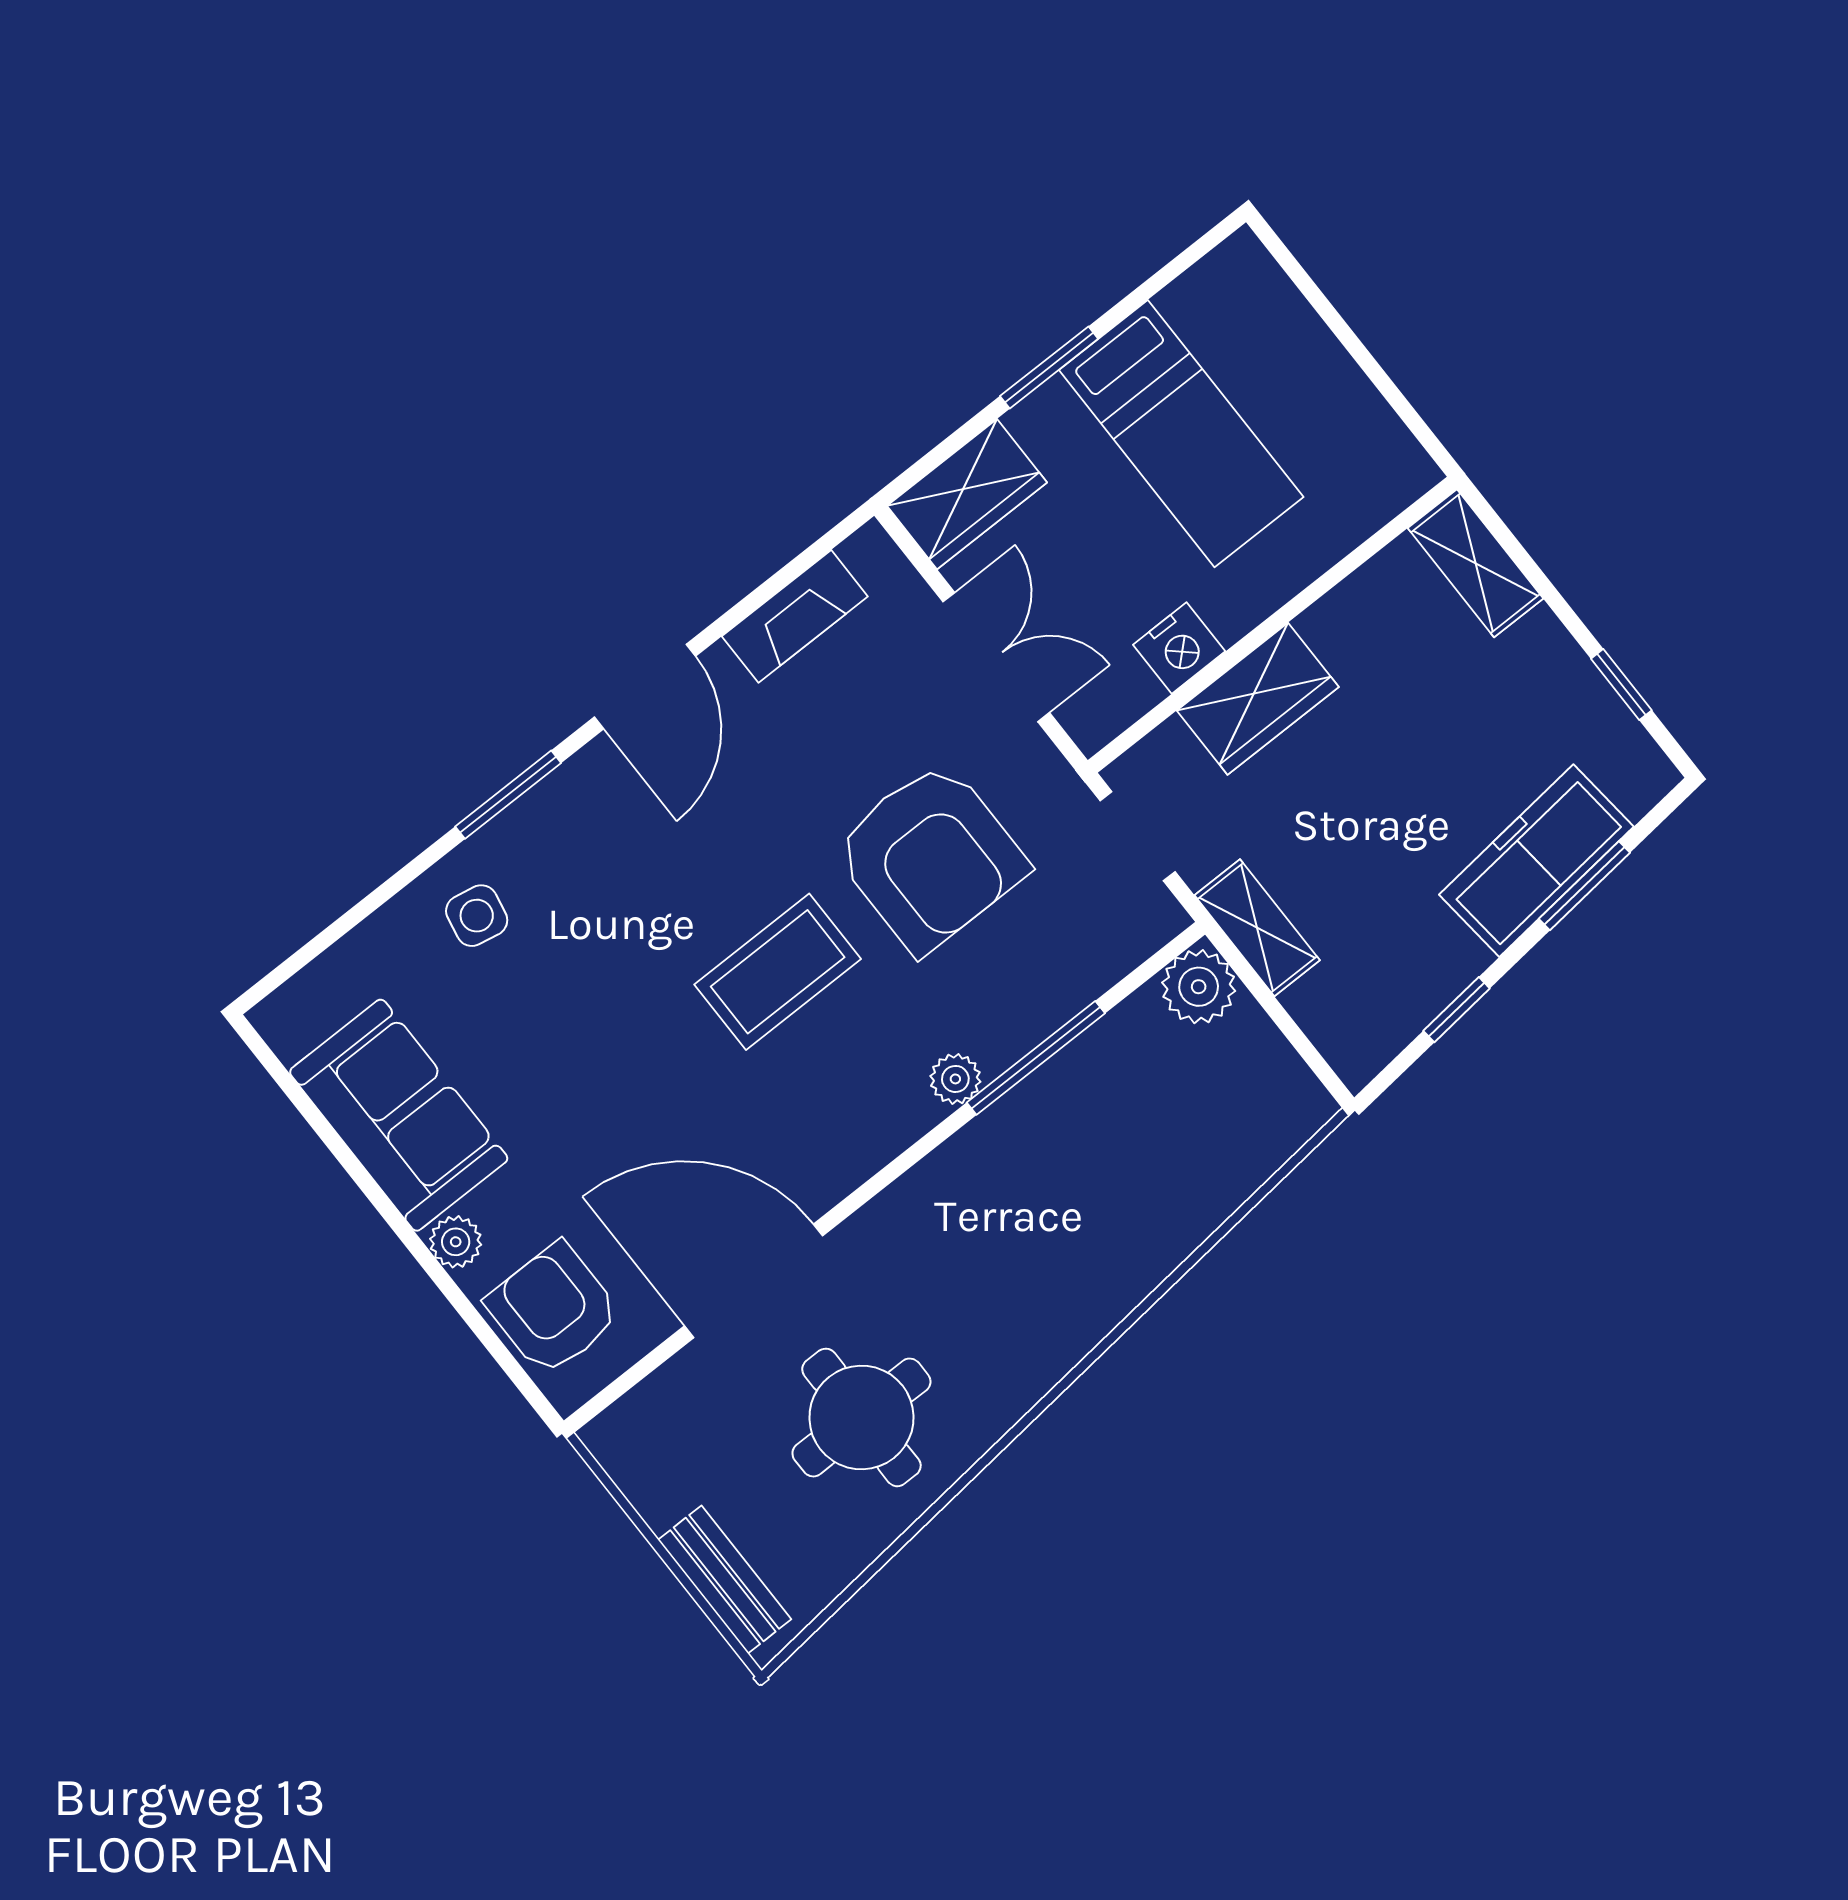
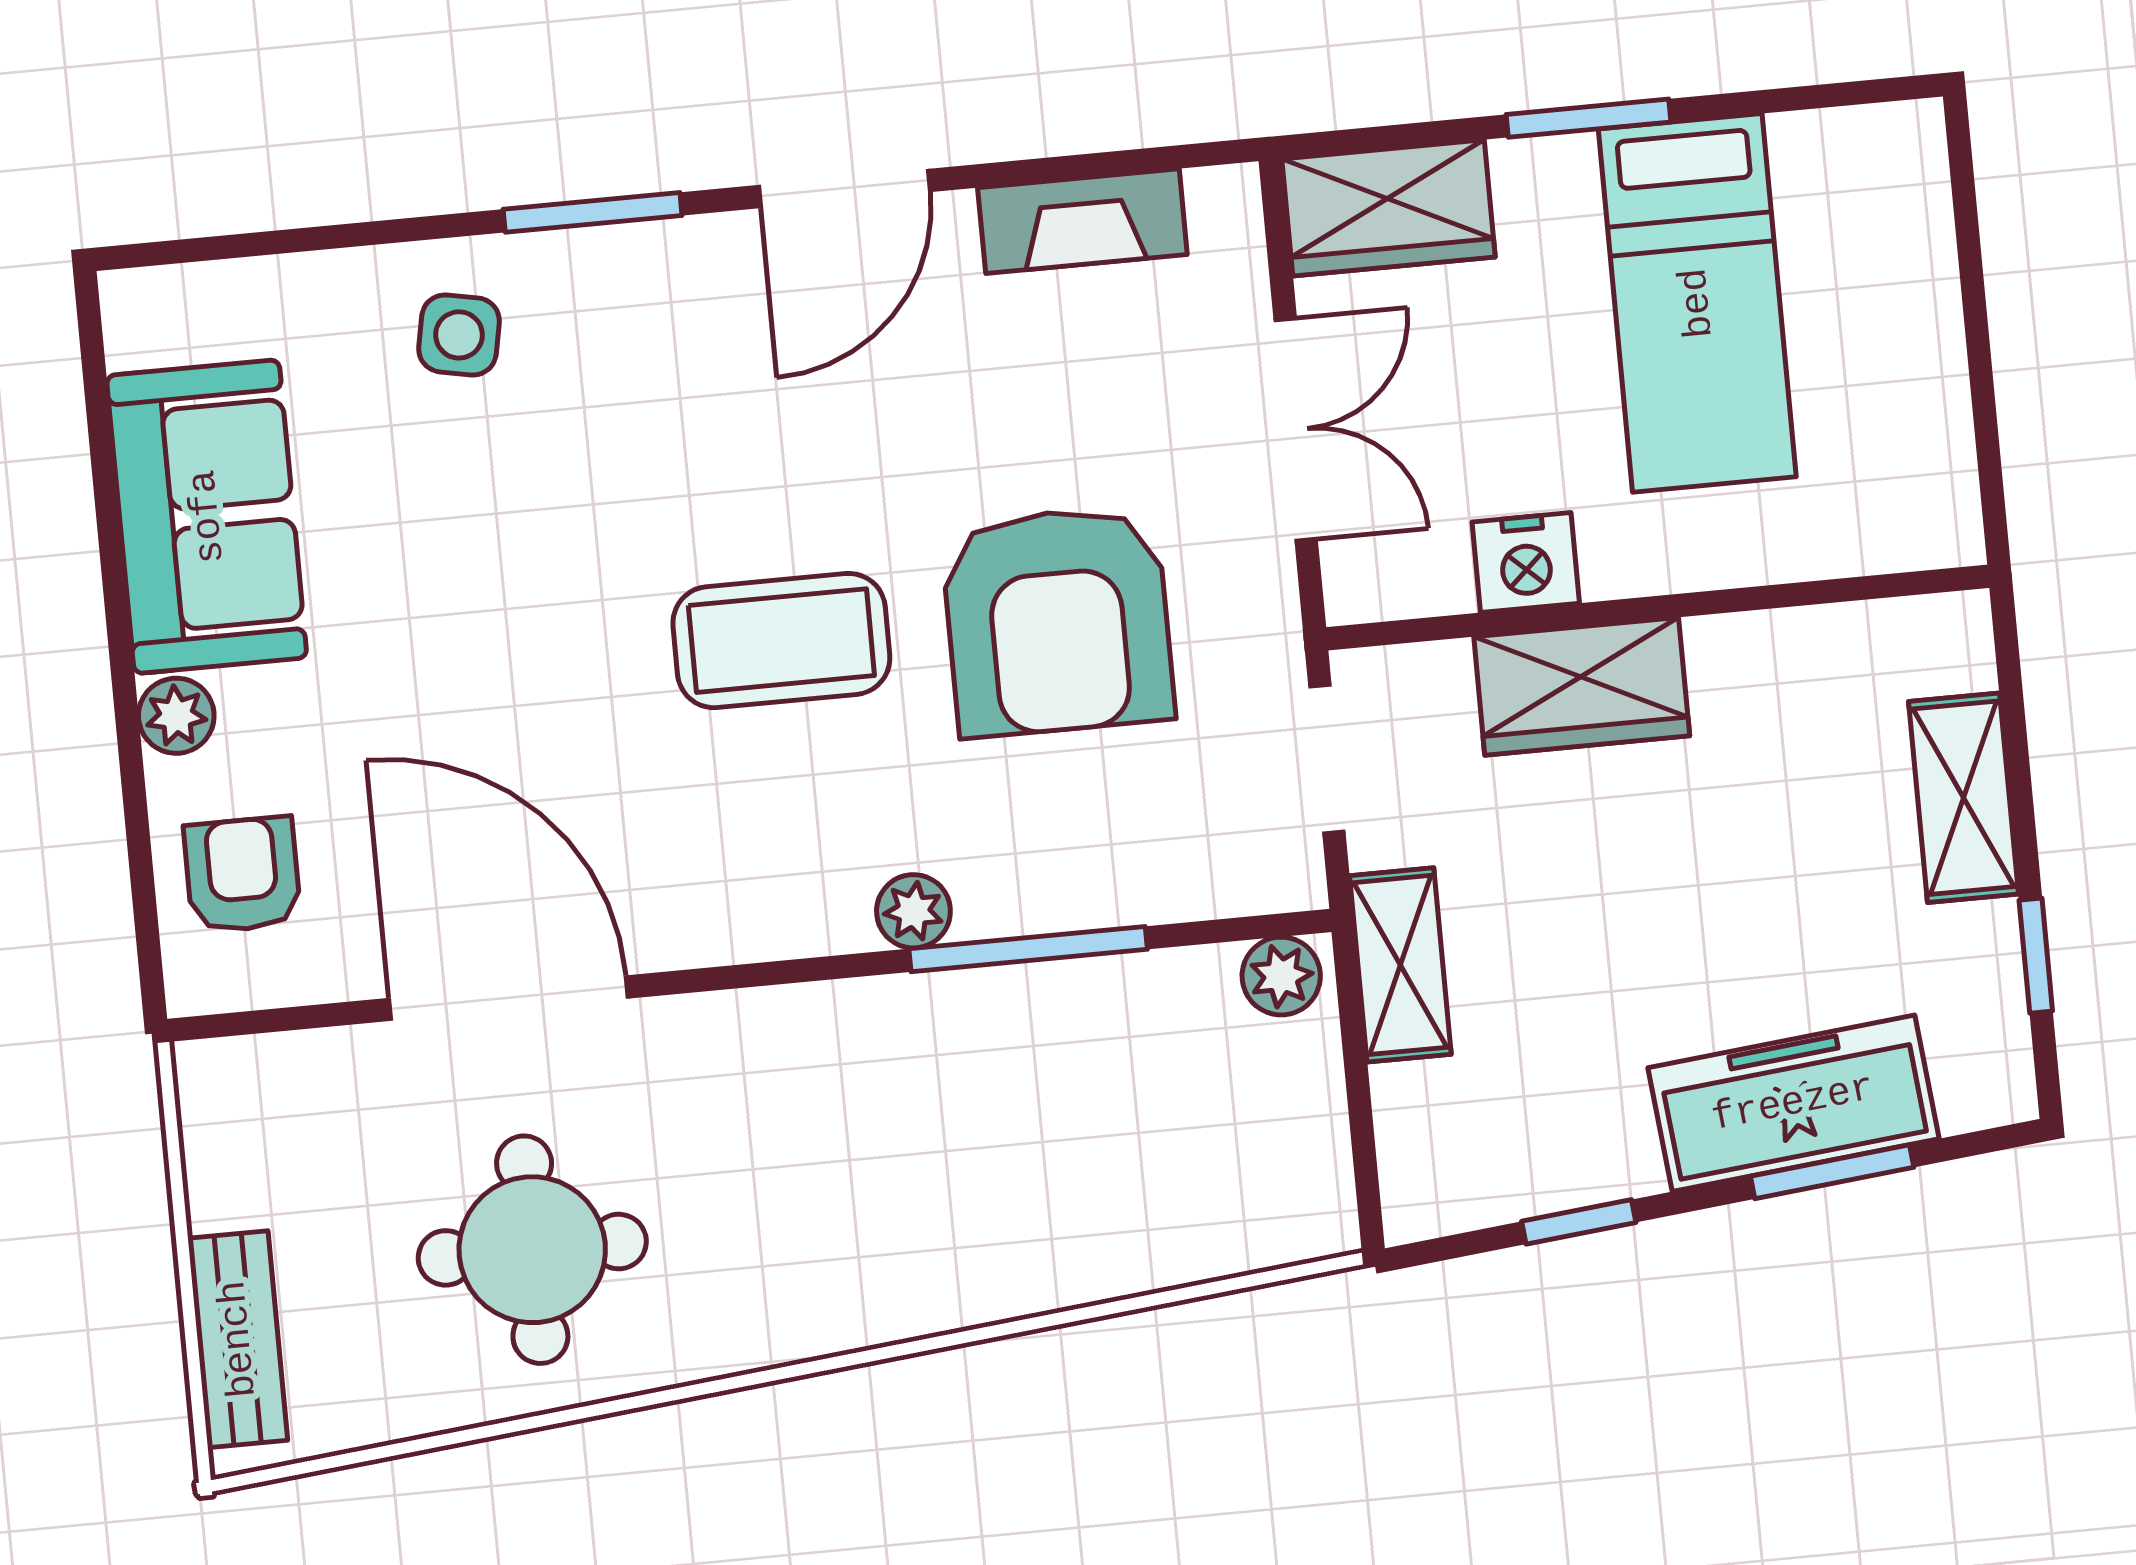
shelving: (1475, 563) -> (1964, 798), moved
plant: (1199, 987) -> (1281, 976), width x0.73, depth x0.73
armchair: (553, 1309) -> (242, 875), width x0.72, depth x0.72

